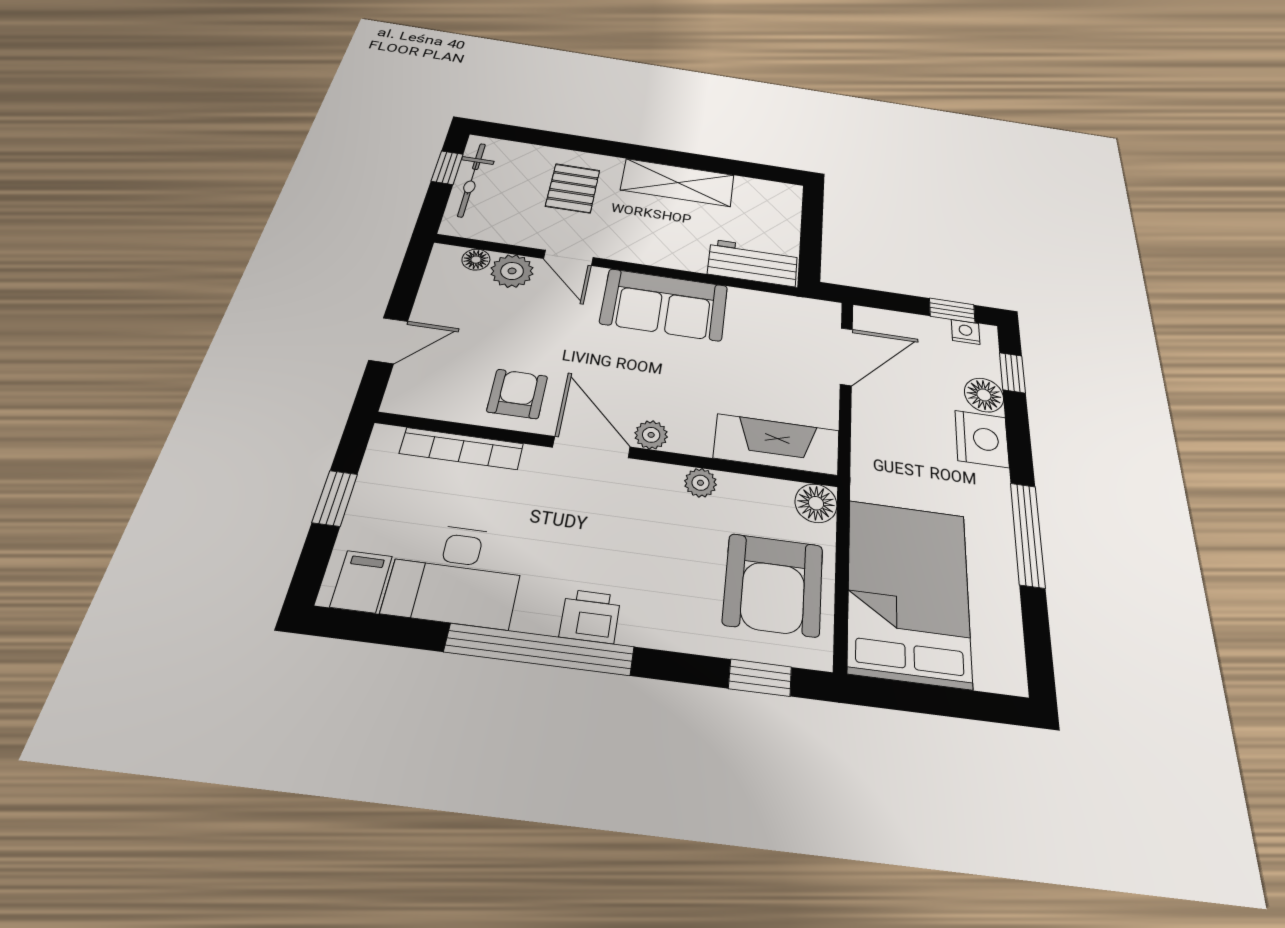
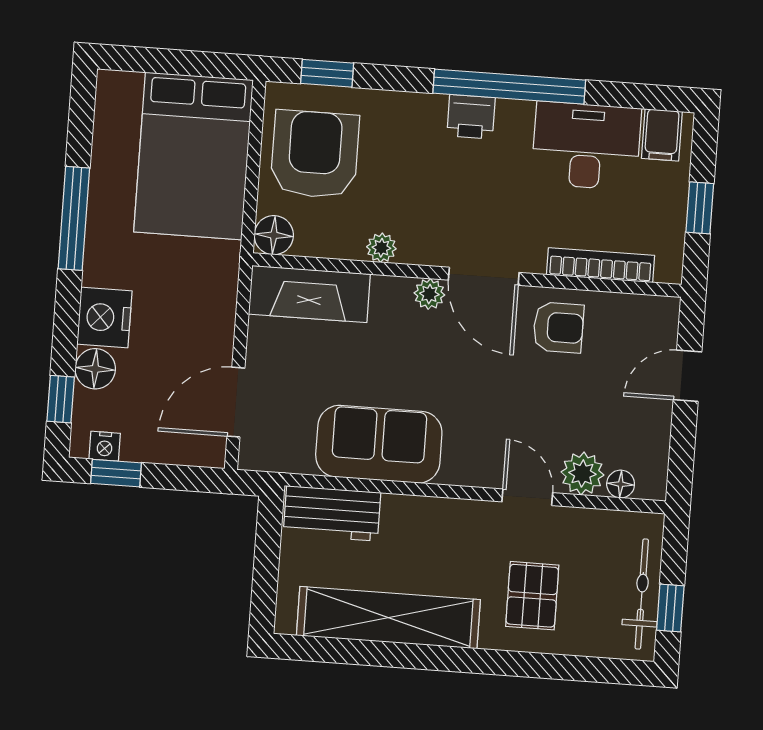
shelving: (678, 183) -> (388, 618), width x1.47
sofa: (665, 305) -> (379, 444), moved
armchair: (517, 394) -> (558, 327), turned -90

